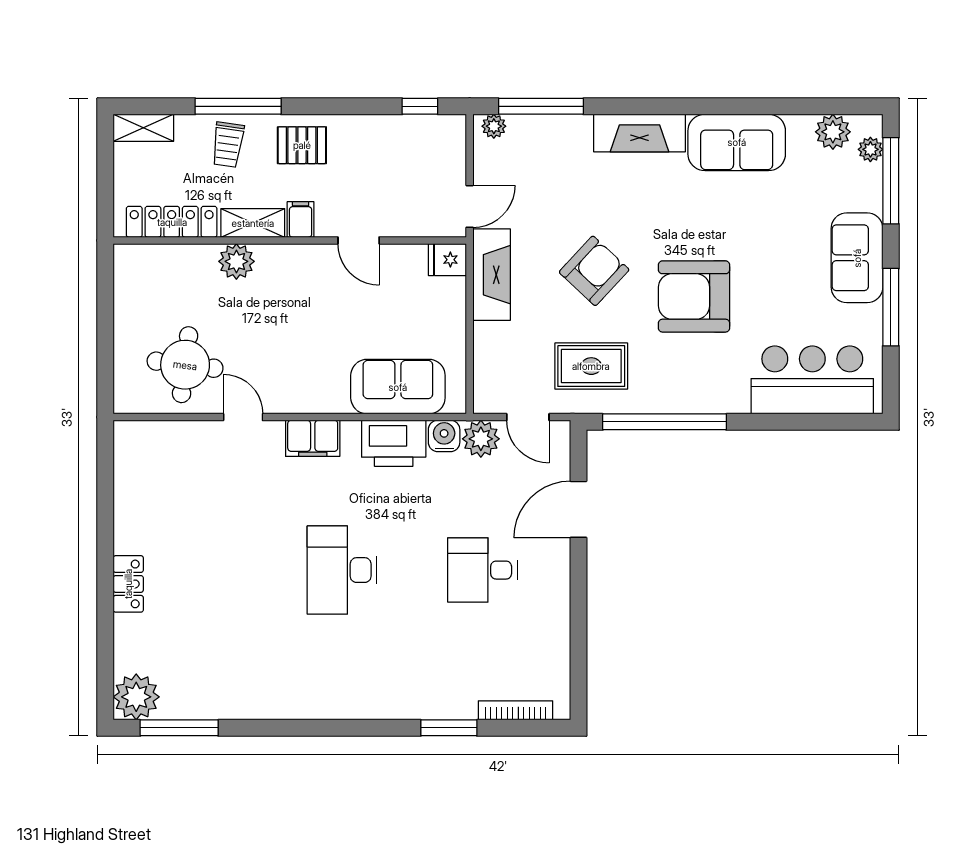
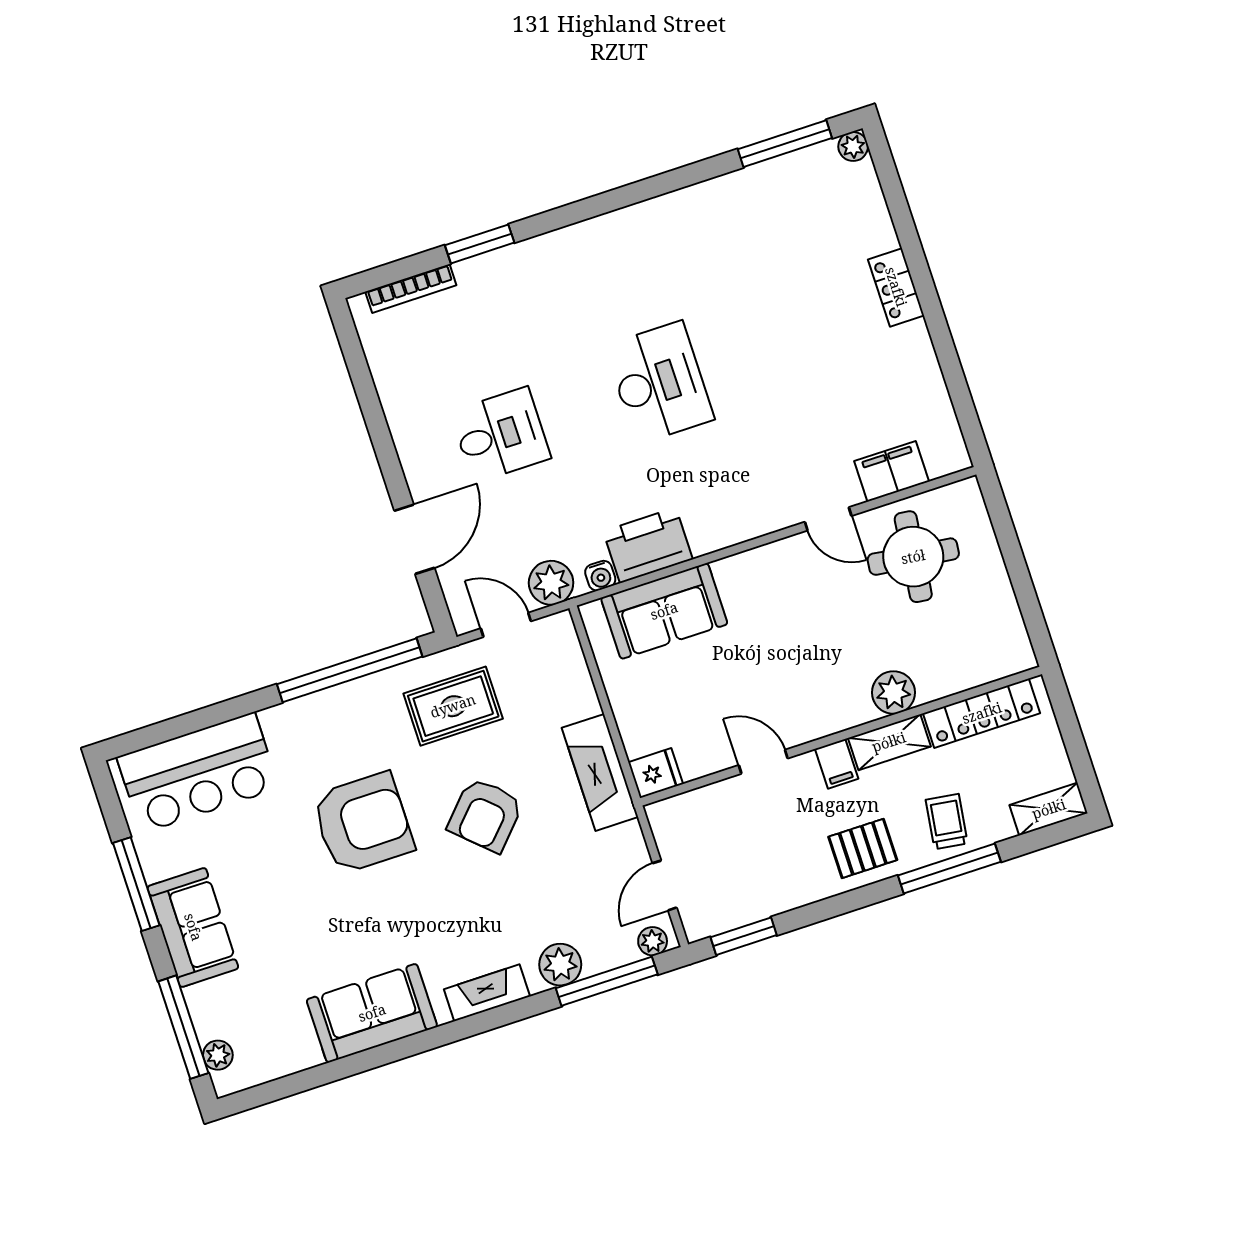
window: (420, 106) -> (744, 936), width x1.50
plant: (833, 132) -> (560, 965), moved
fireplace: (640, 133) -> (487, 993), width x0.73, depth x0.76
door: (470, 206) -> (665, 885), moved
water cooler: (444, 436) -> (600, 576), width x0.72, depth x0.72
filing cabinet: (313, 438) -> (892, 471), moved
plant: (136, 697) -> (853, 146), width x0.53, depth x0.53

